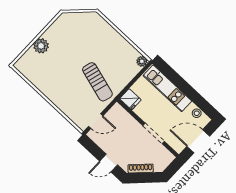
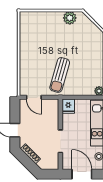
plant: (41, 46) -> (70, 18), moved

